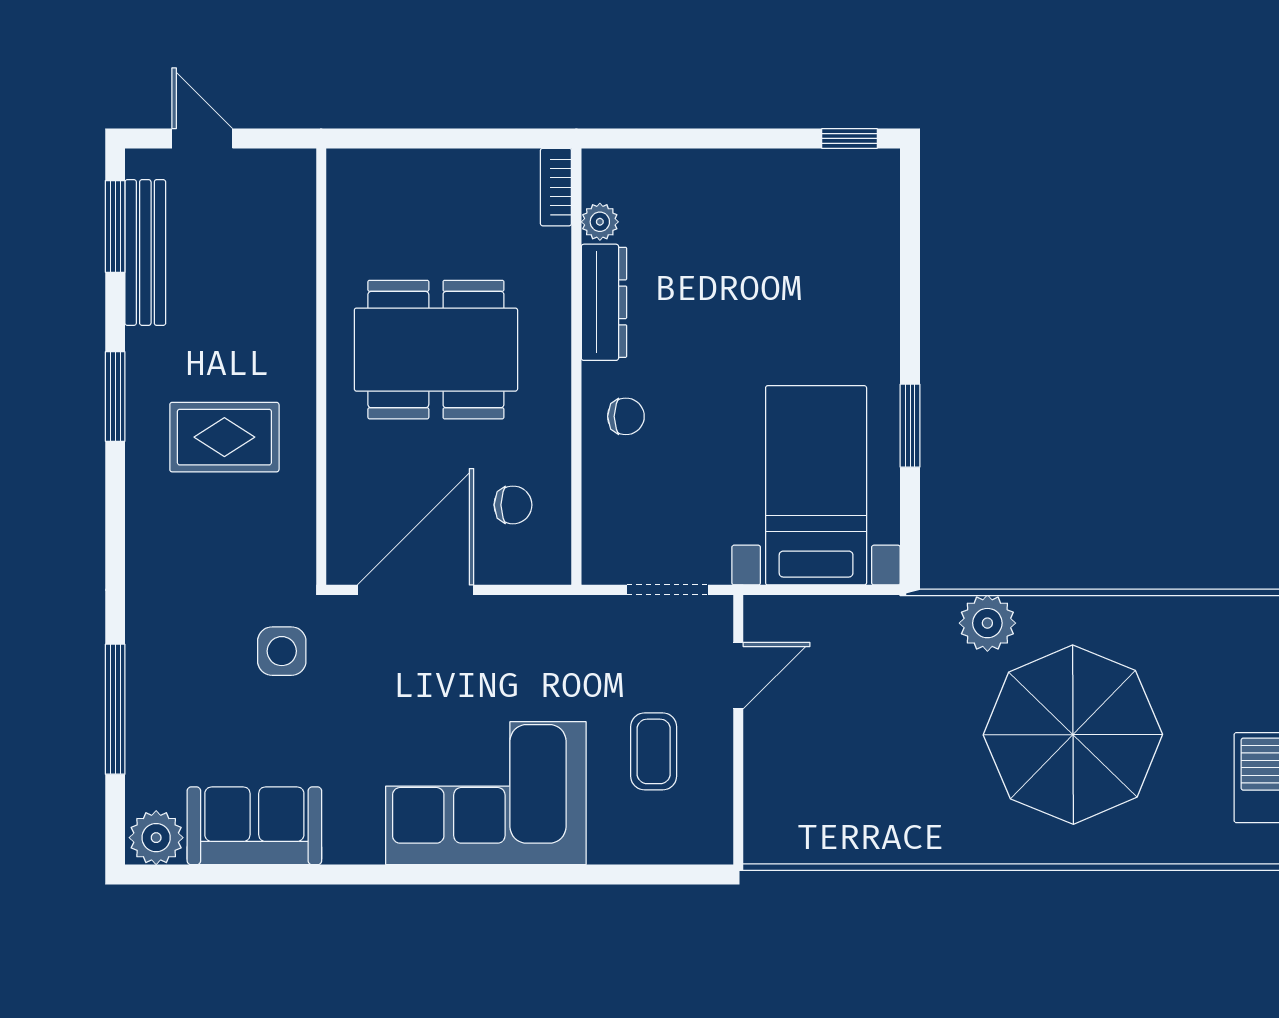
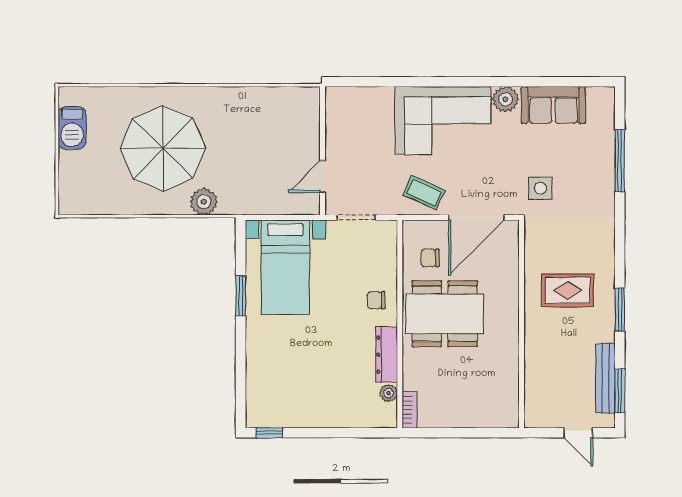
dining table: (436, 350) -> (445, 314), moved
coffee table: (654, 751) -> (424, 193), moved, turned -66
plant: (156, 838) -> (506, 99), moved

